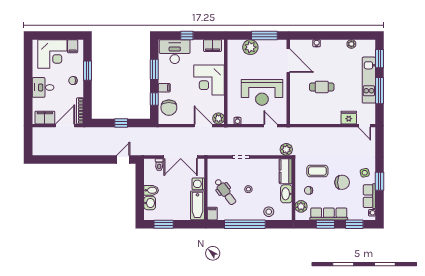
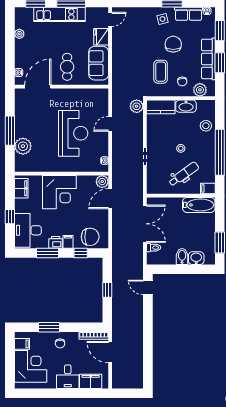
door: (288, 61) -> (38, 87), moved
printer: (164, 77) -> (56, 242), added
wall: (288, 82) -> (61, 87), moved
sofa: (325, 115) -> (99, 63), added
filing cabinet: (45, 118) -> (91, 381), moved, turned 90
washing machine: (198, 184) -> (175, 204), removed

